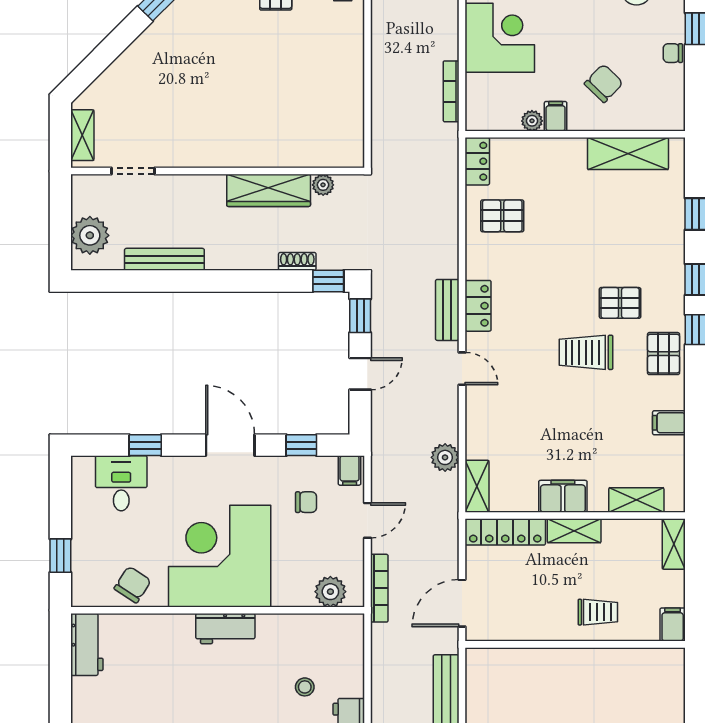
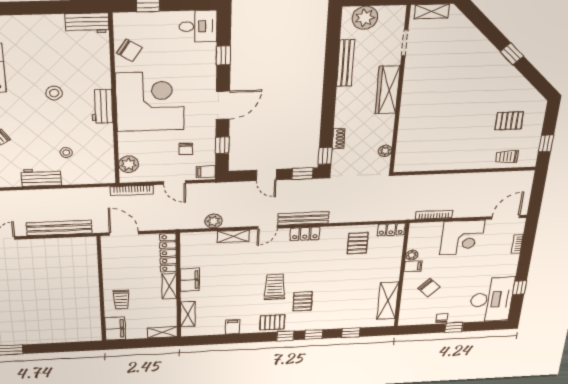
wardrobe: (269, 190) -> (388, 90), moved
bench: (447, 310) -> (303, 218), width x1.36
desk: (121, 483) -> (198, 26), moved
shelving: (477, 486) -> (233, 236), moved
filing cabinet: (673, 625) -> (115, 329), width x2.00
stool: (200, 699) -> (54, 93), added

